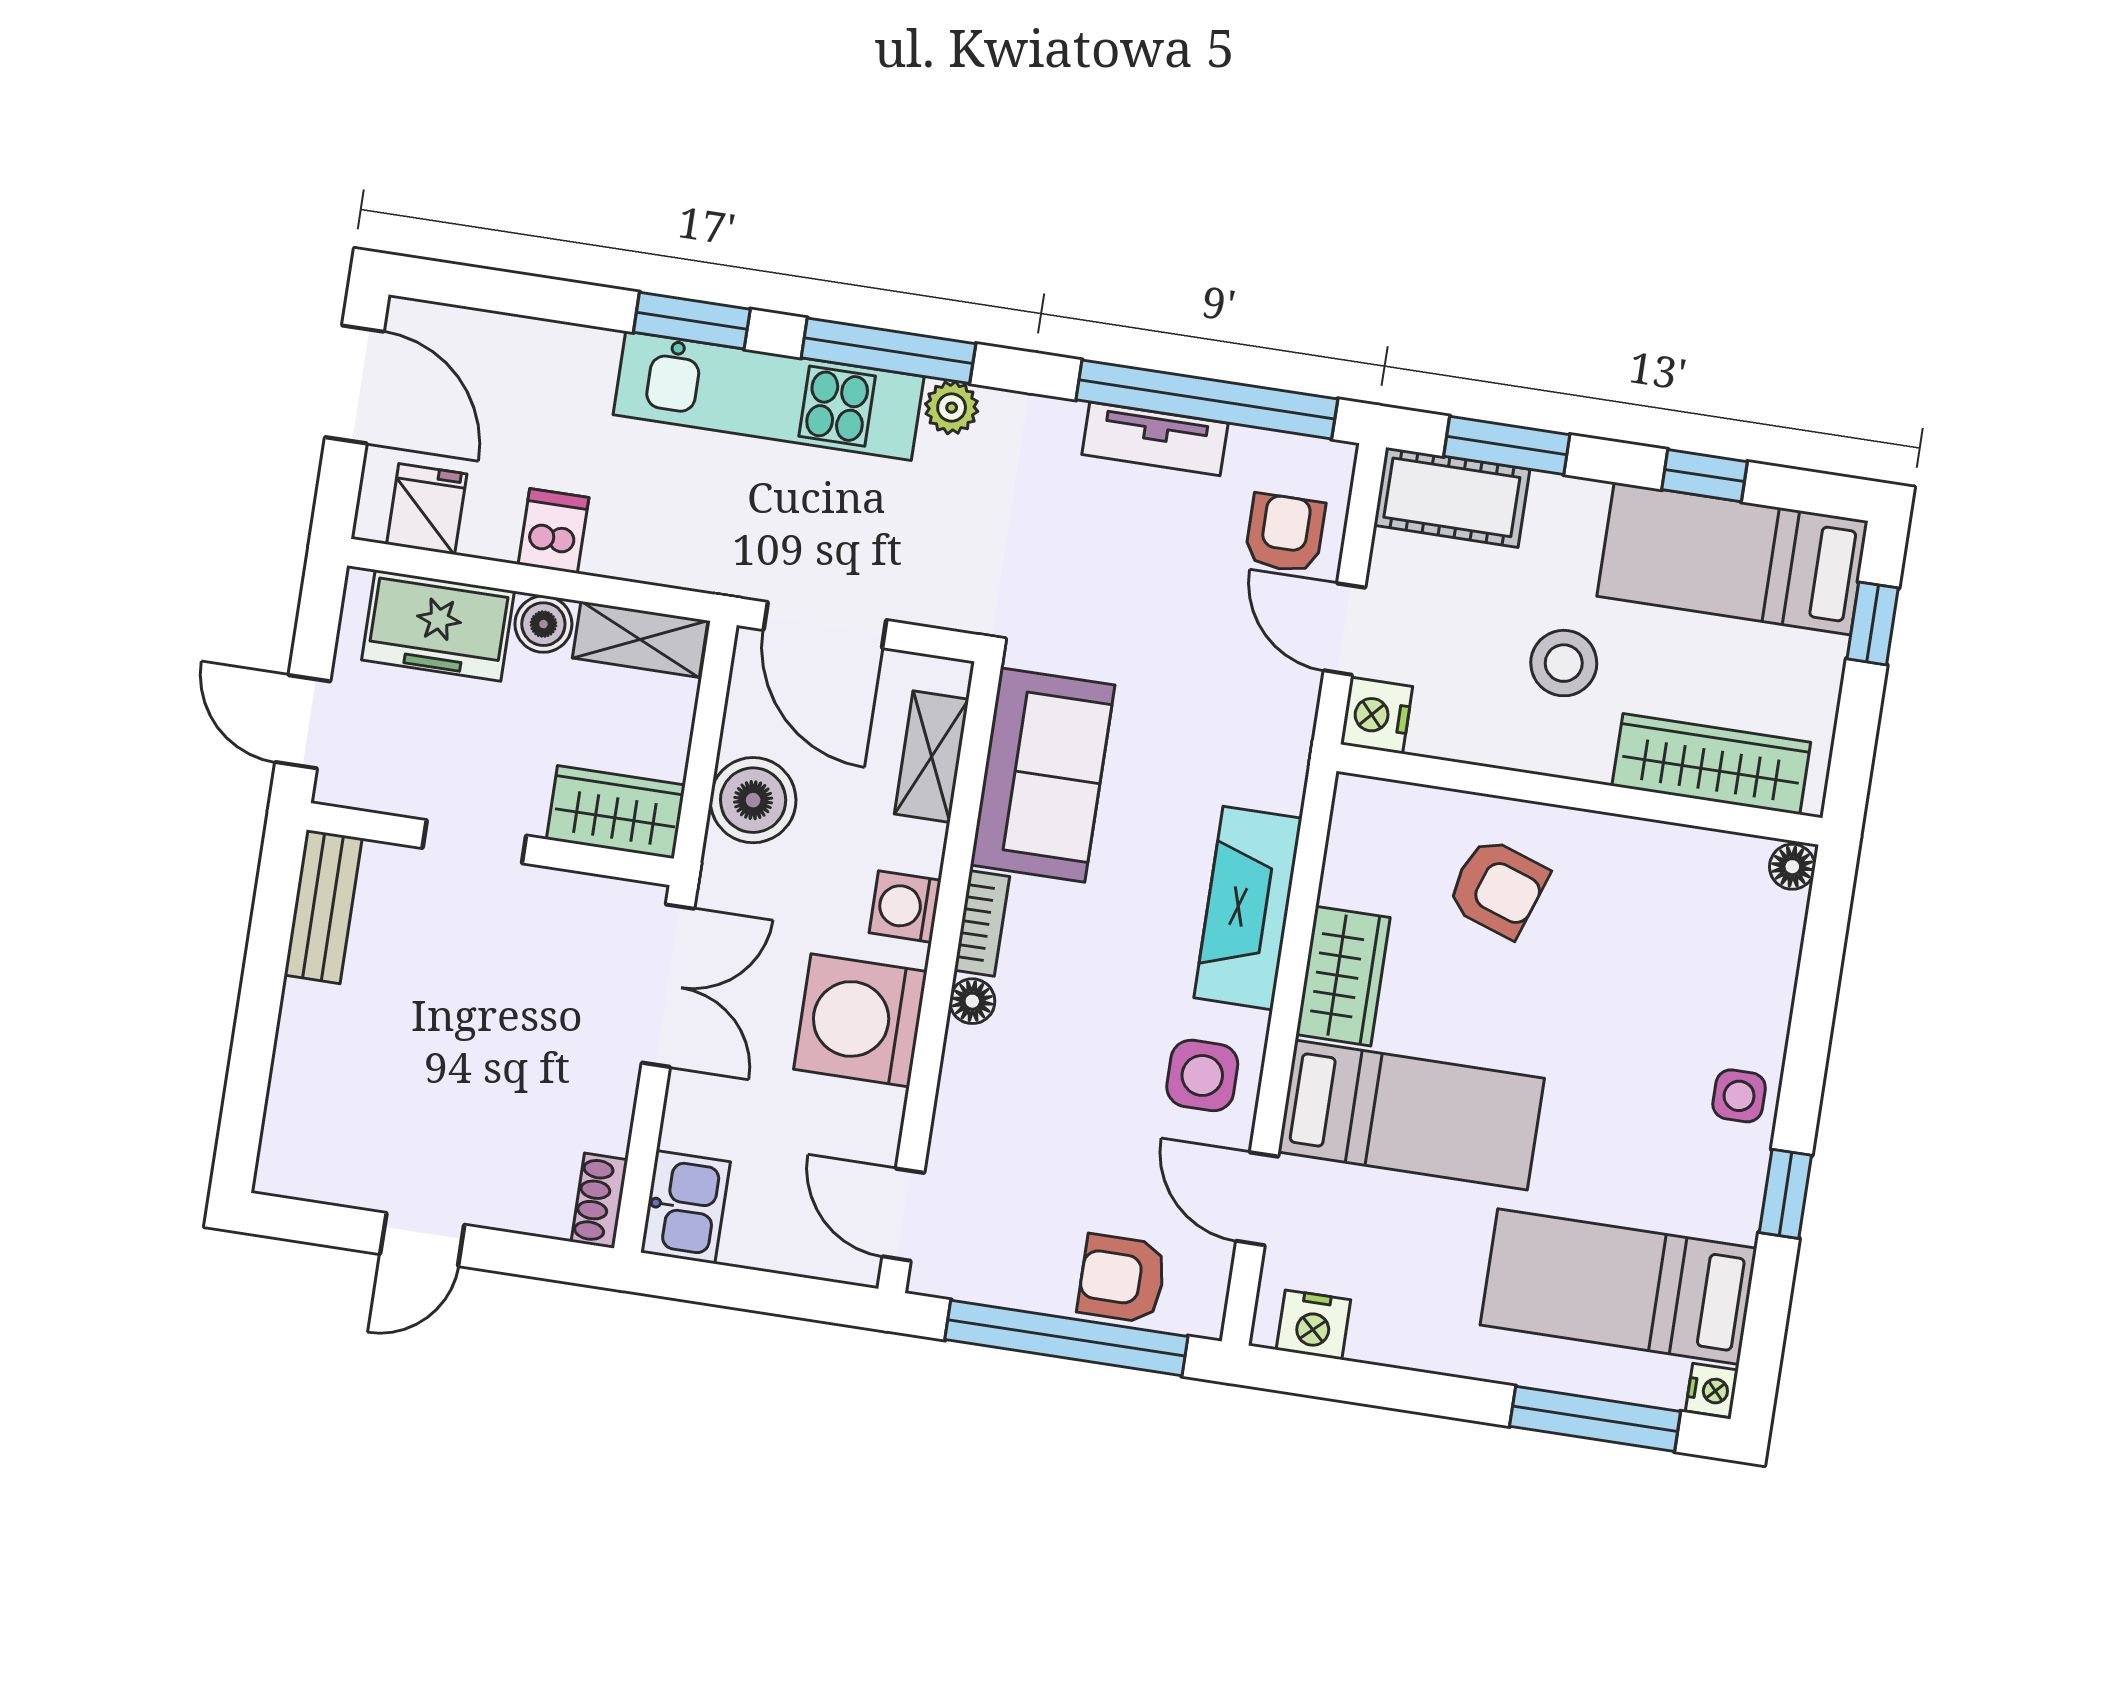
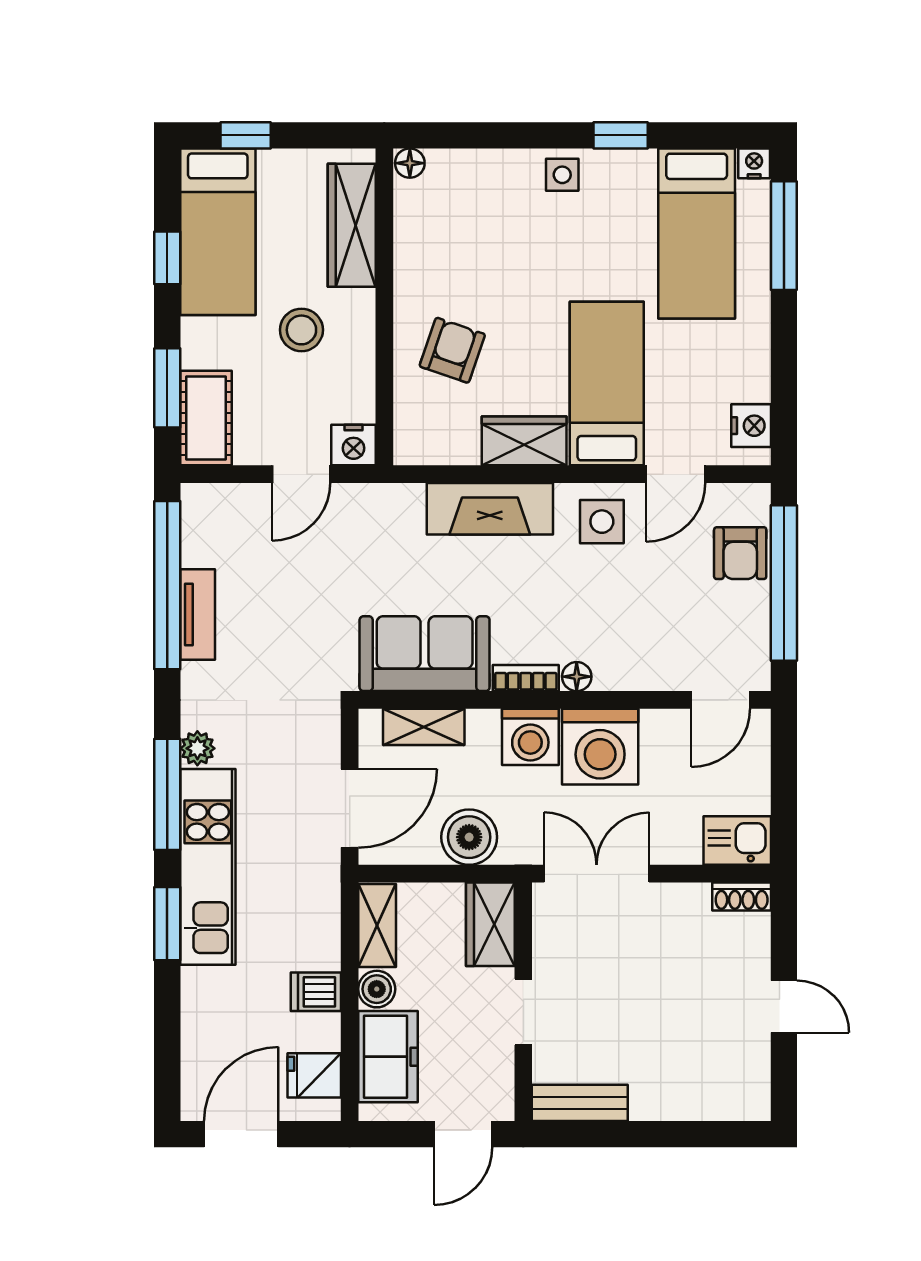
armchair: (1285, 533) -> (245, 522), removed
washing machine: (905, 907) -> (530, 737), width x1.38, depth x1.38

